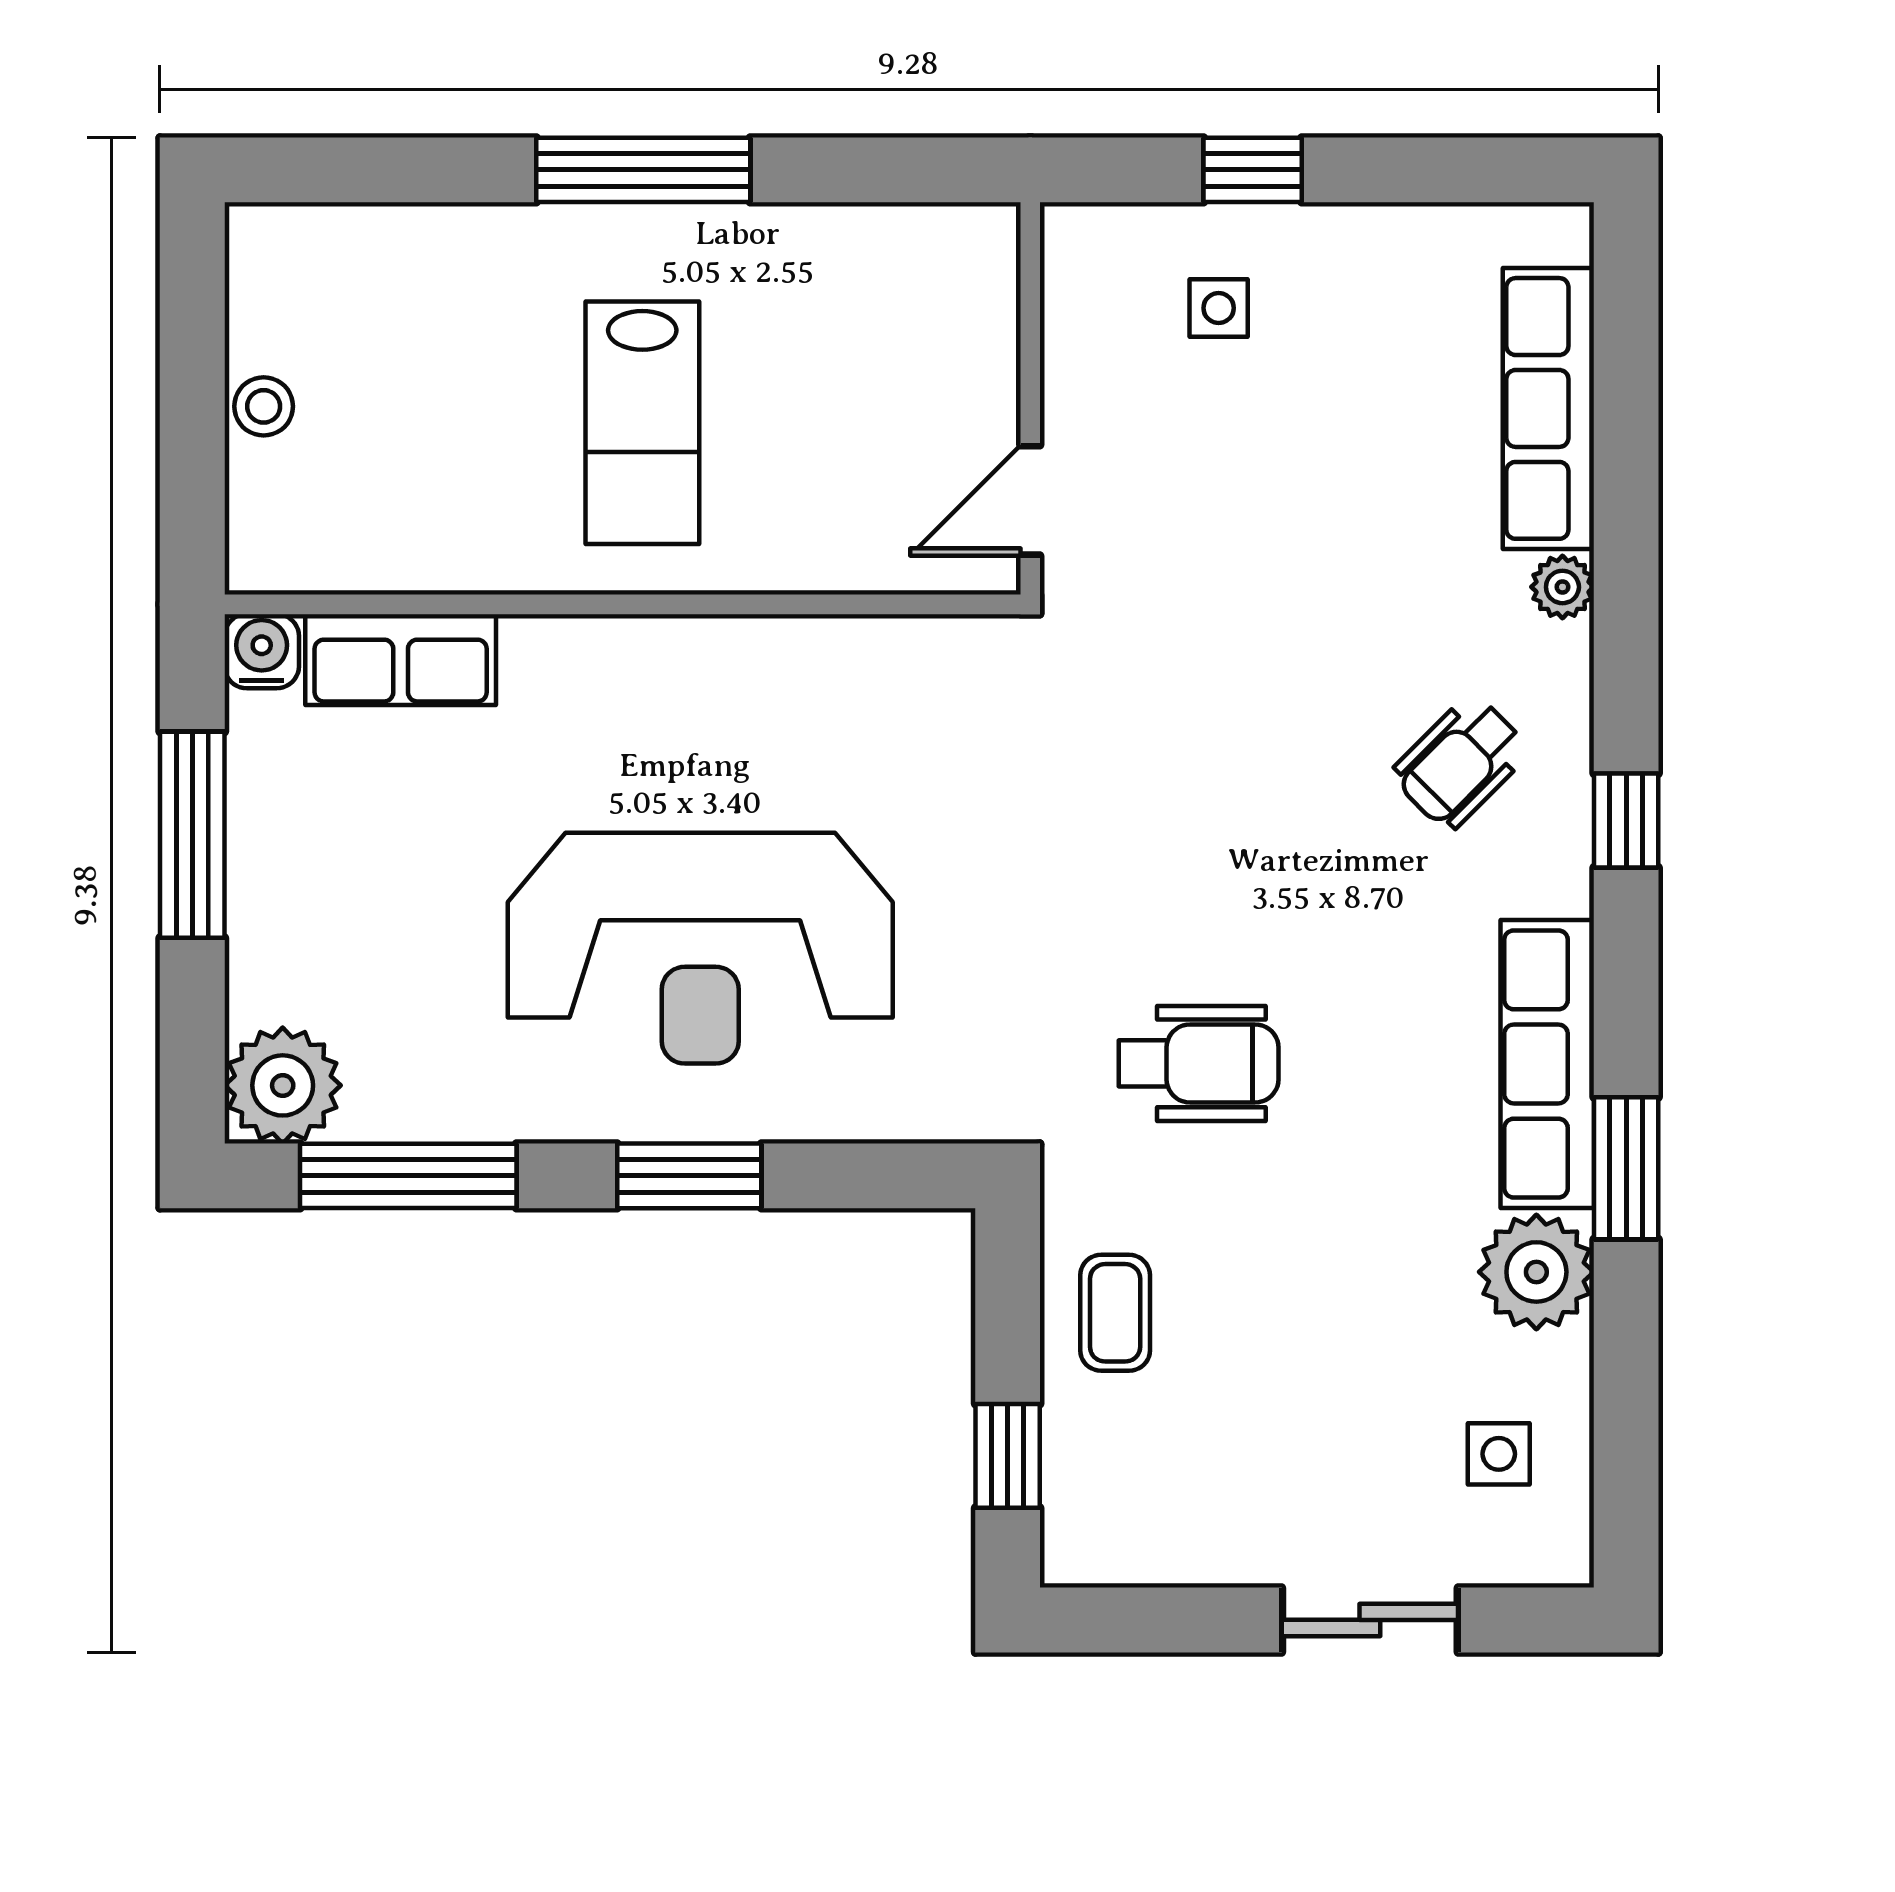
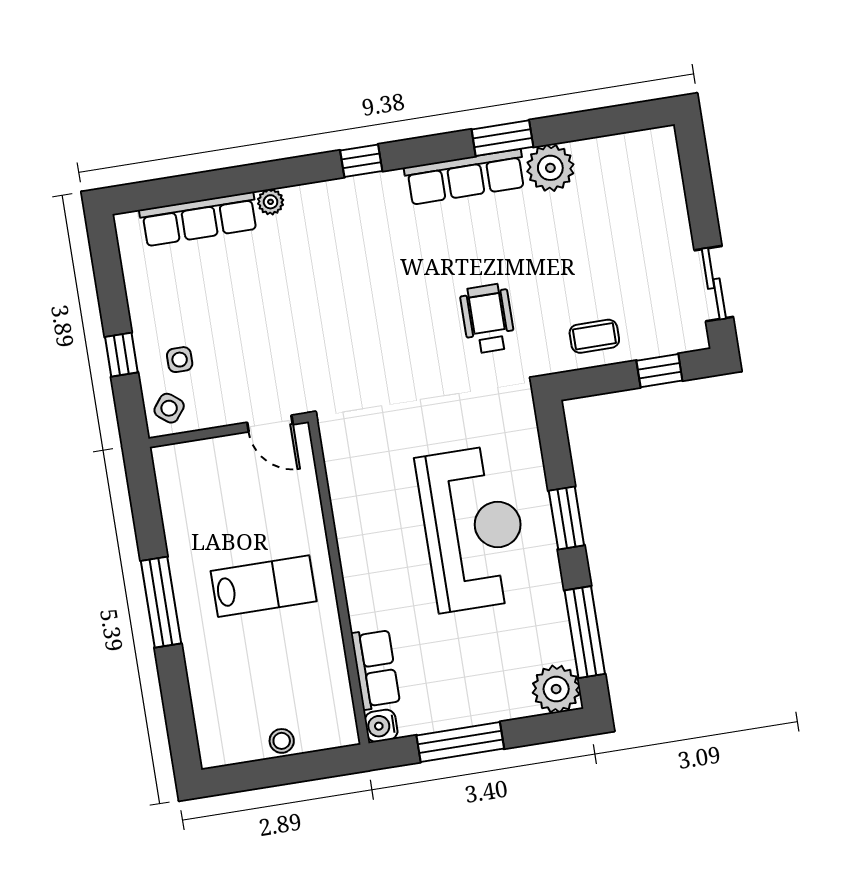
wheelchair: (1460, 762) -> (348, 232), removed
side table: (1499, 1454) -> (169, 408), moved, turned 38
sliding door: (1370, 1620) -> (714, 284), moved

